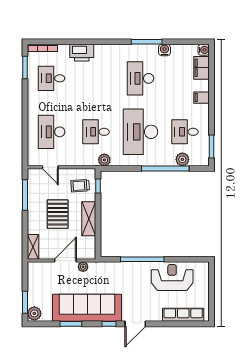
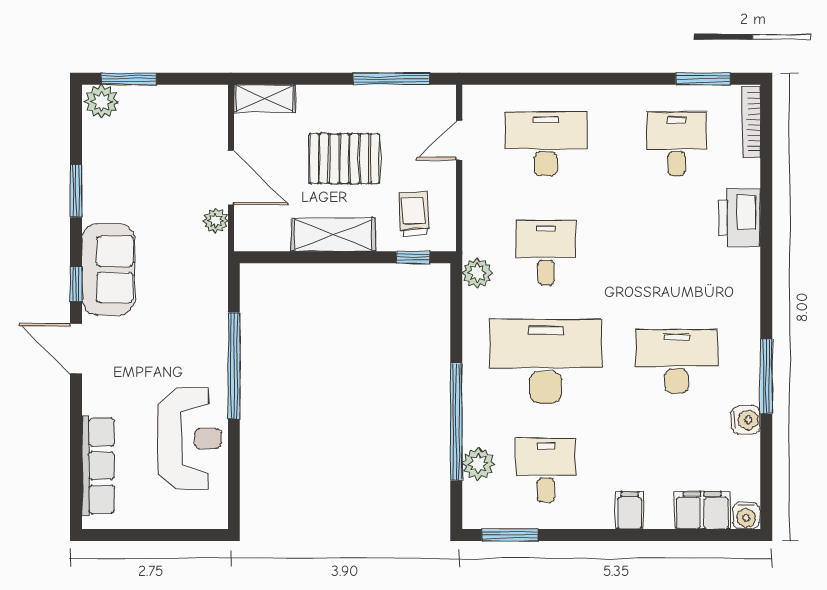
sofa: (87, 308) -> (108, 269), width x0.54, depth x0.79

